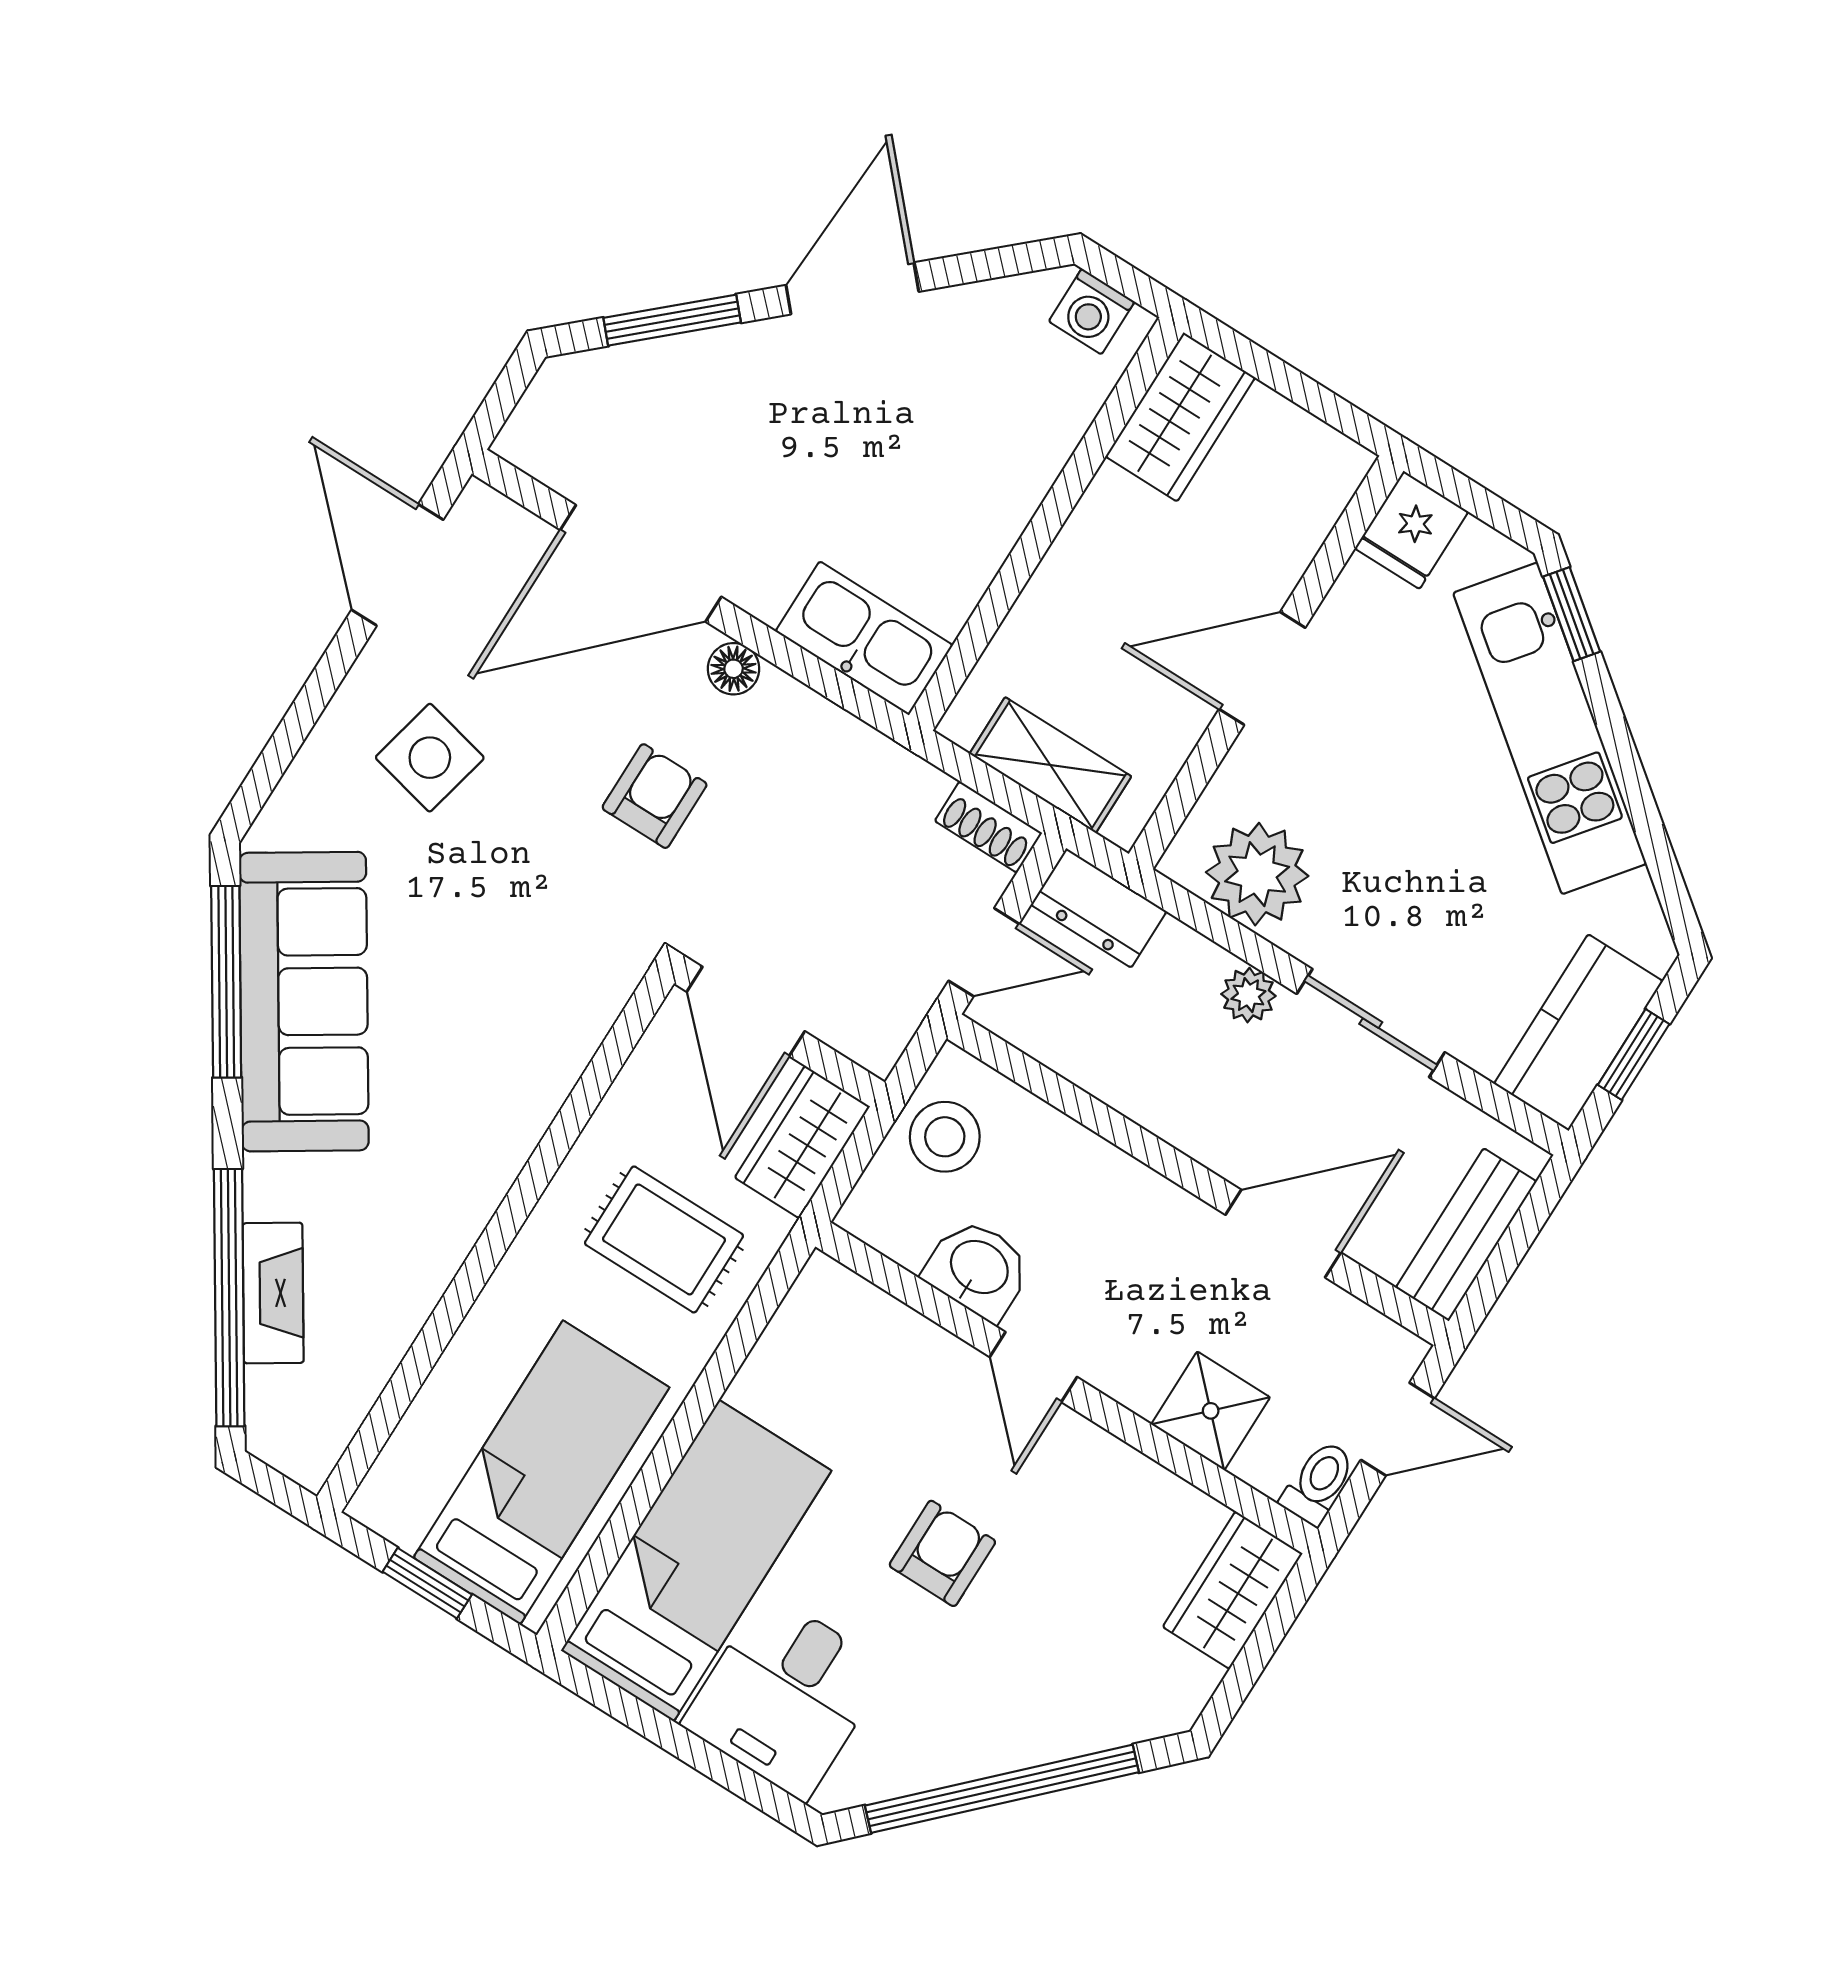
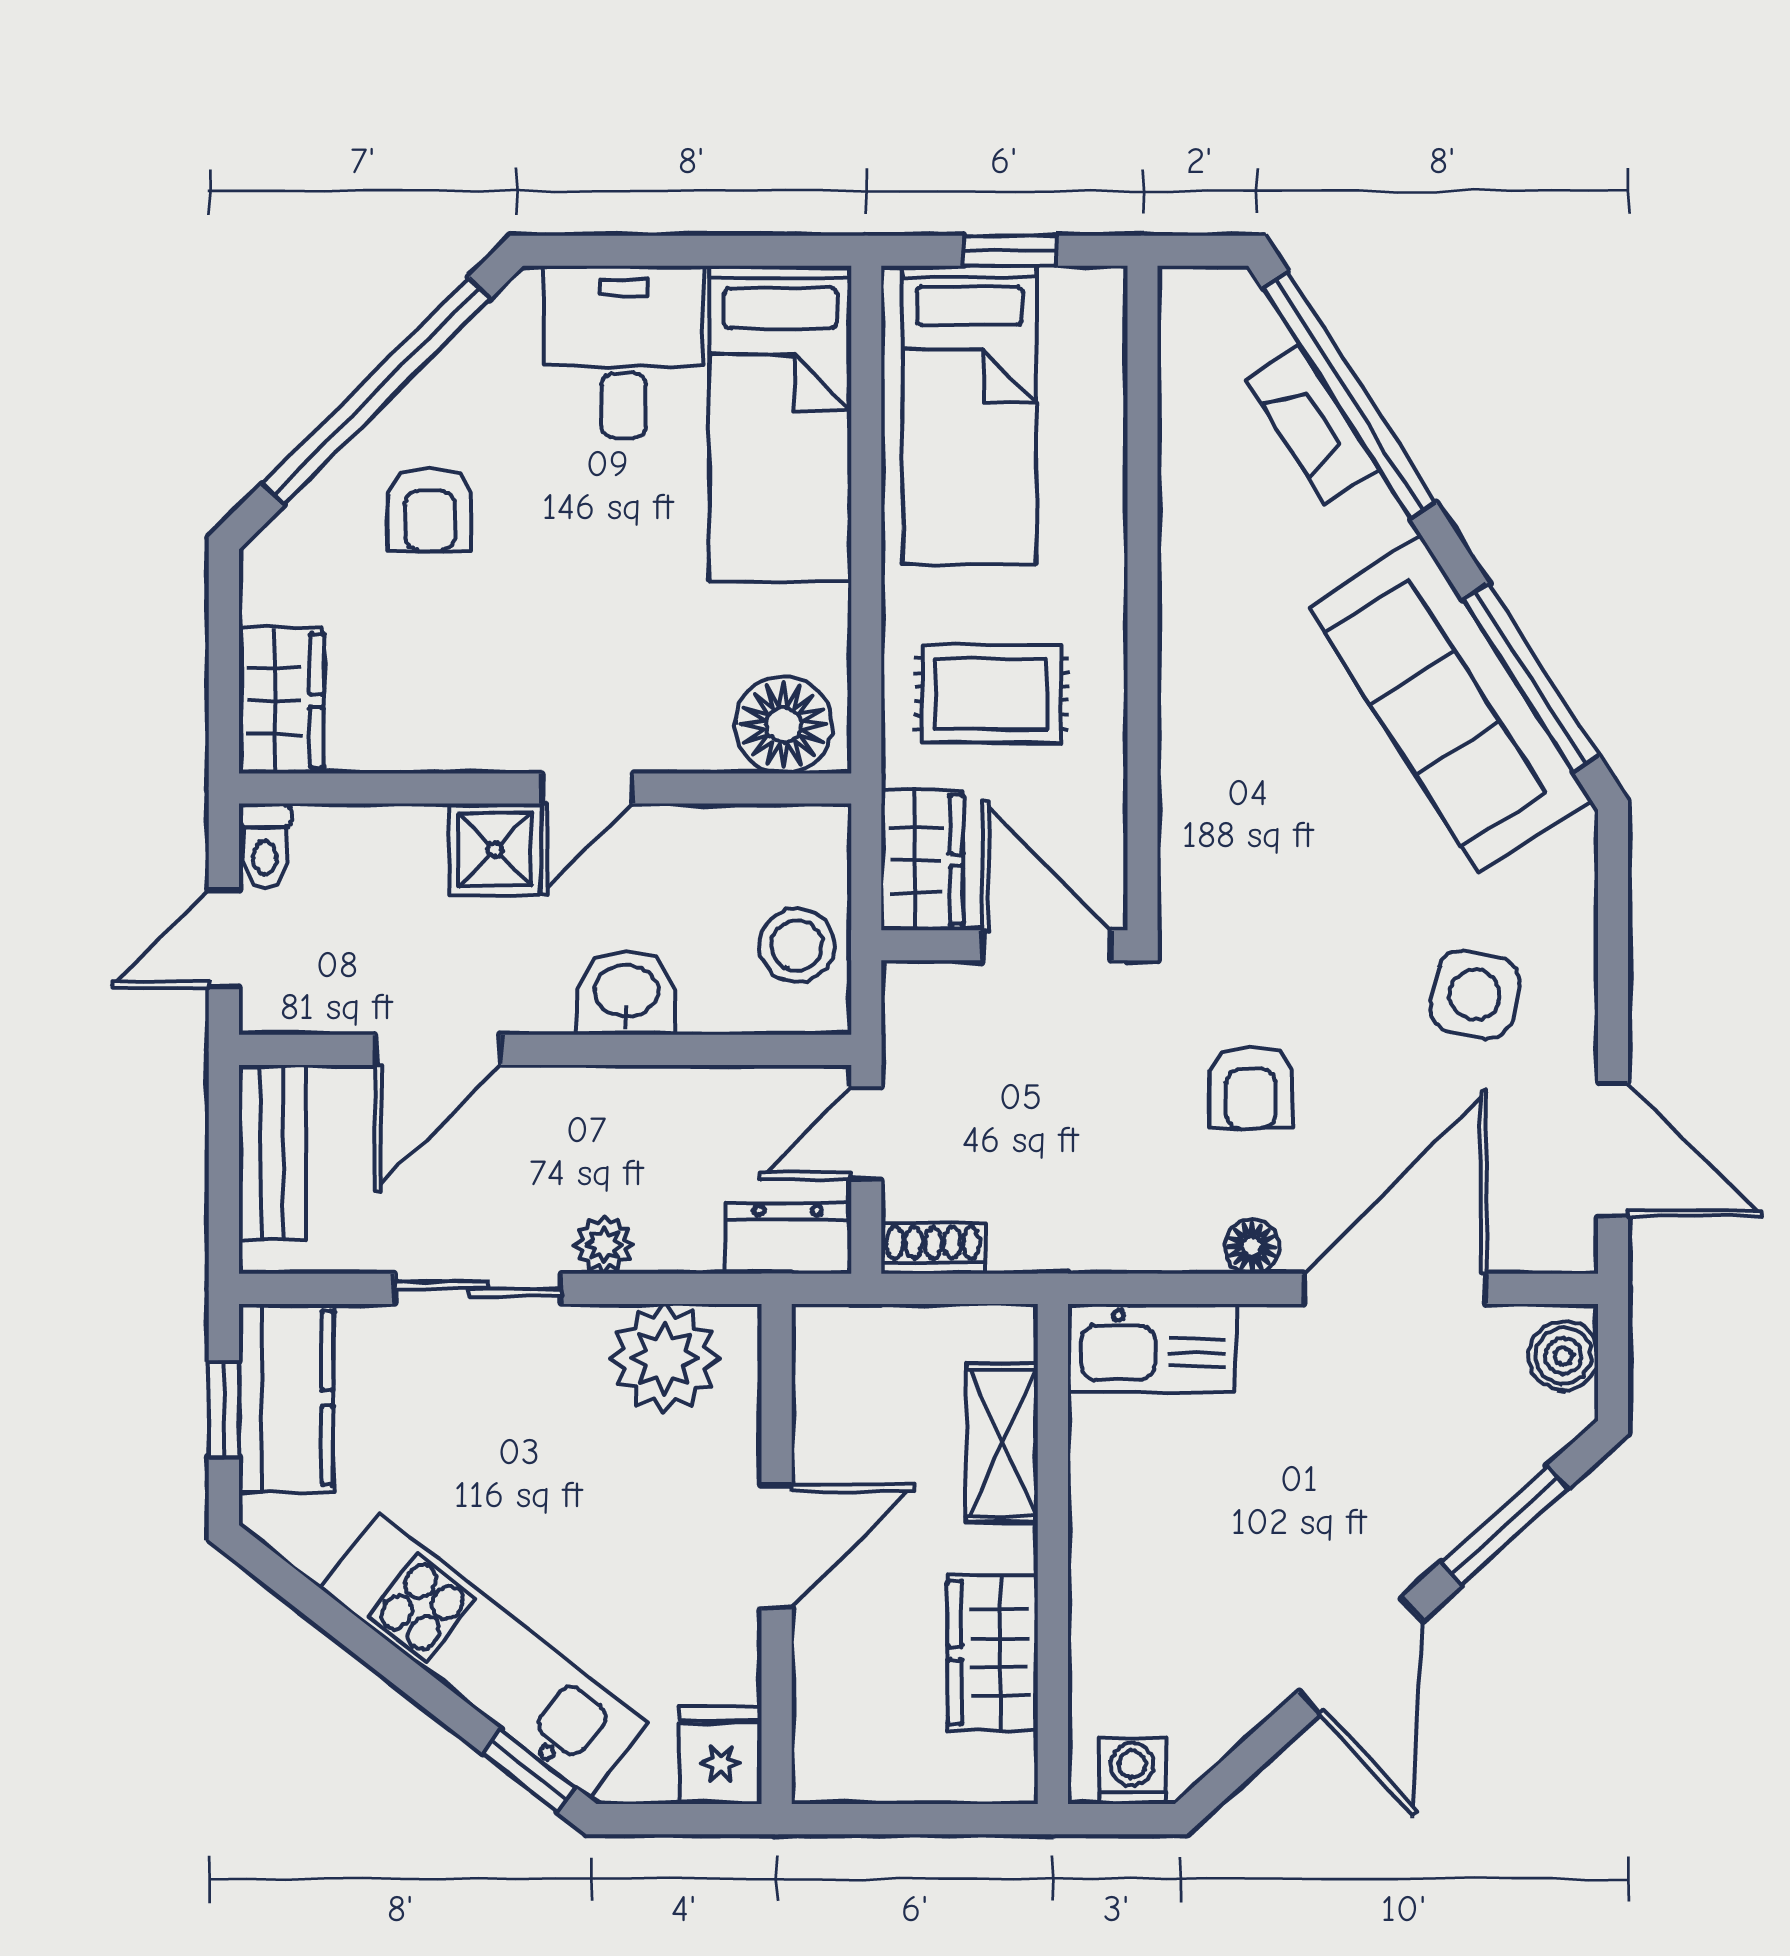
wardrobe: (1180, 417) -> (993, 1653), moved
boiler: (540, 426) -> (1563, 1356), added
shelving: (1050, 765) -> (1002, 1443), moved, turned 90
washbasin: (978, 1269) -> (626, 993), moved, turned 180
floor lamp: (845, 1319) -> (784, 725), added
door: (1033, 1367) -> (587, 788), swing flipped
shower: (1211, 1411) -> (495, 849), moved
armchair: (942, 1553) -> (430, 509), moved

